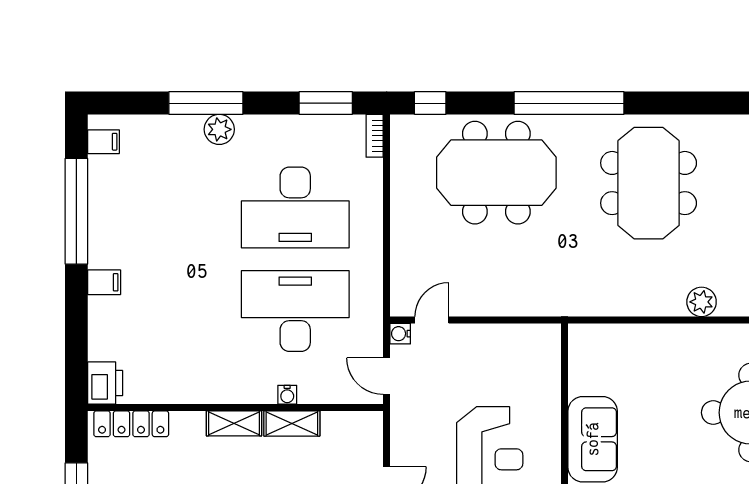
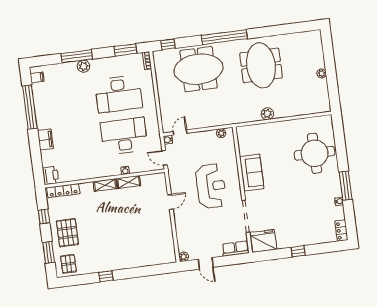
filing cabinet: (104, 282) -> (45, 140), width x2.00
plant: (702, 302) -> (267, 114), moved
plant: (531, 334) -> (221, 133), added

